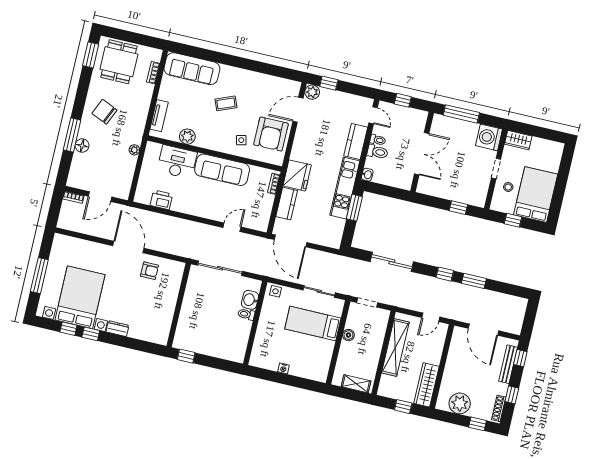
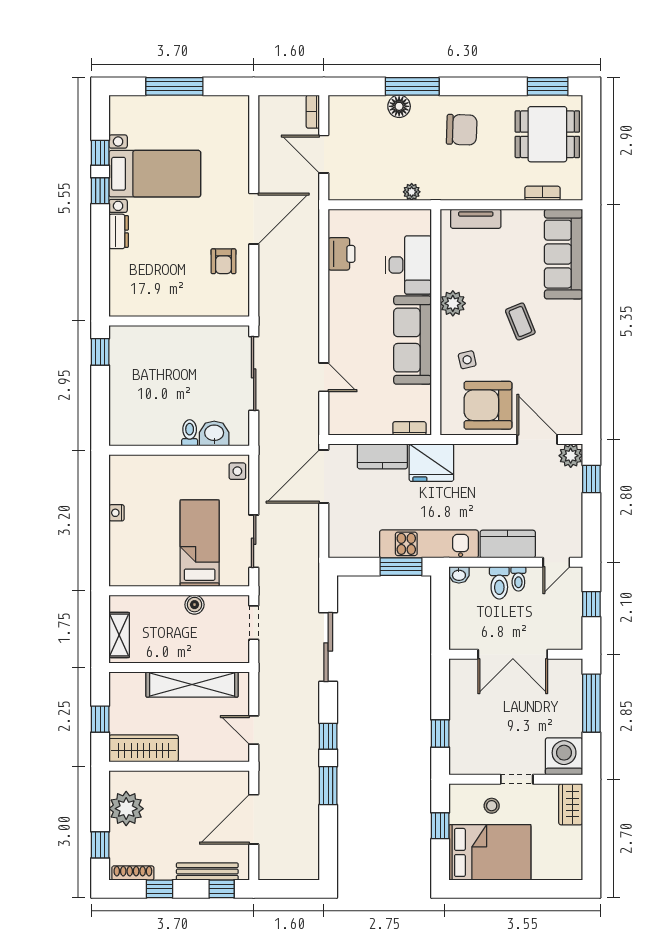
chair: (104, 112) -> (462, 130), turned 68
plant: (187, 137) -> (453, 303), moved
bed with nightstands: (80, 297) -> (155, 174), width x0.73

